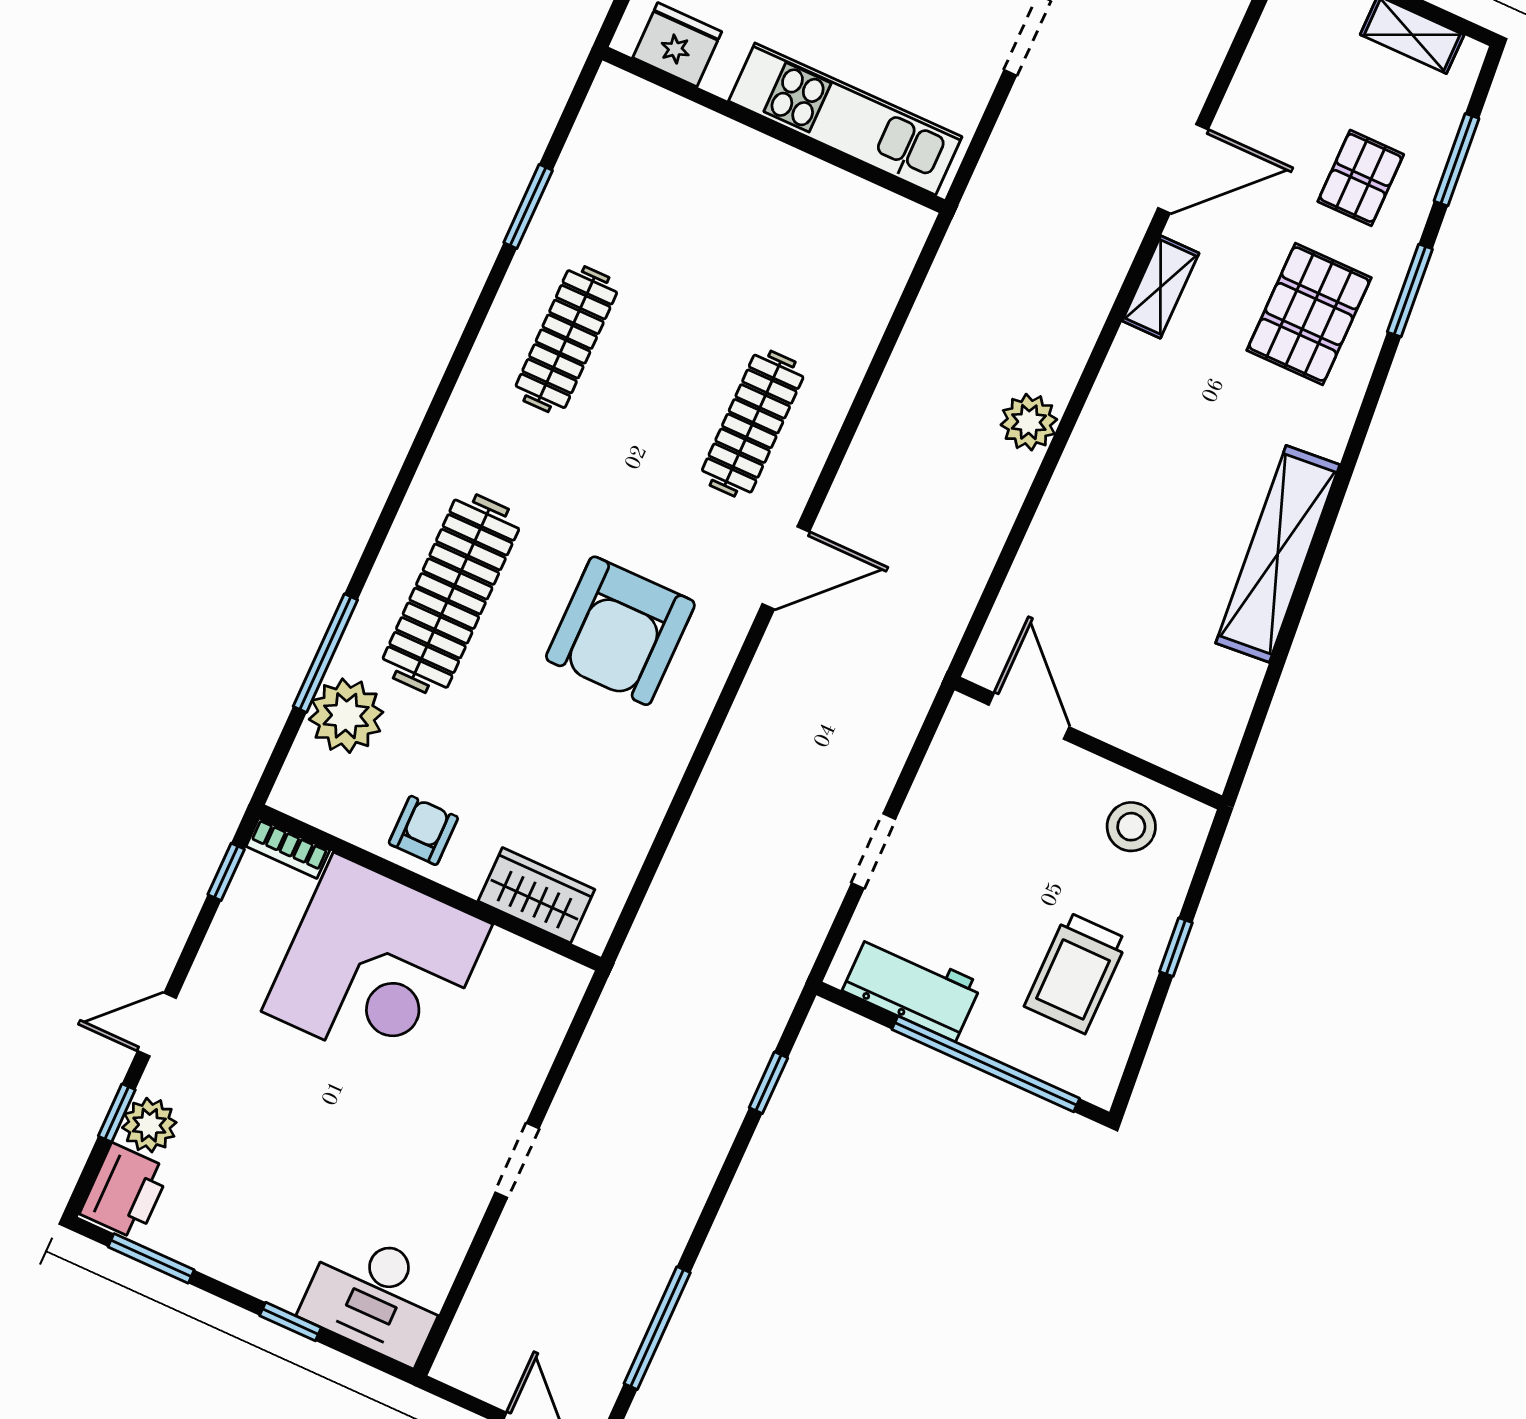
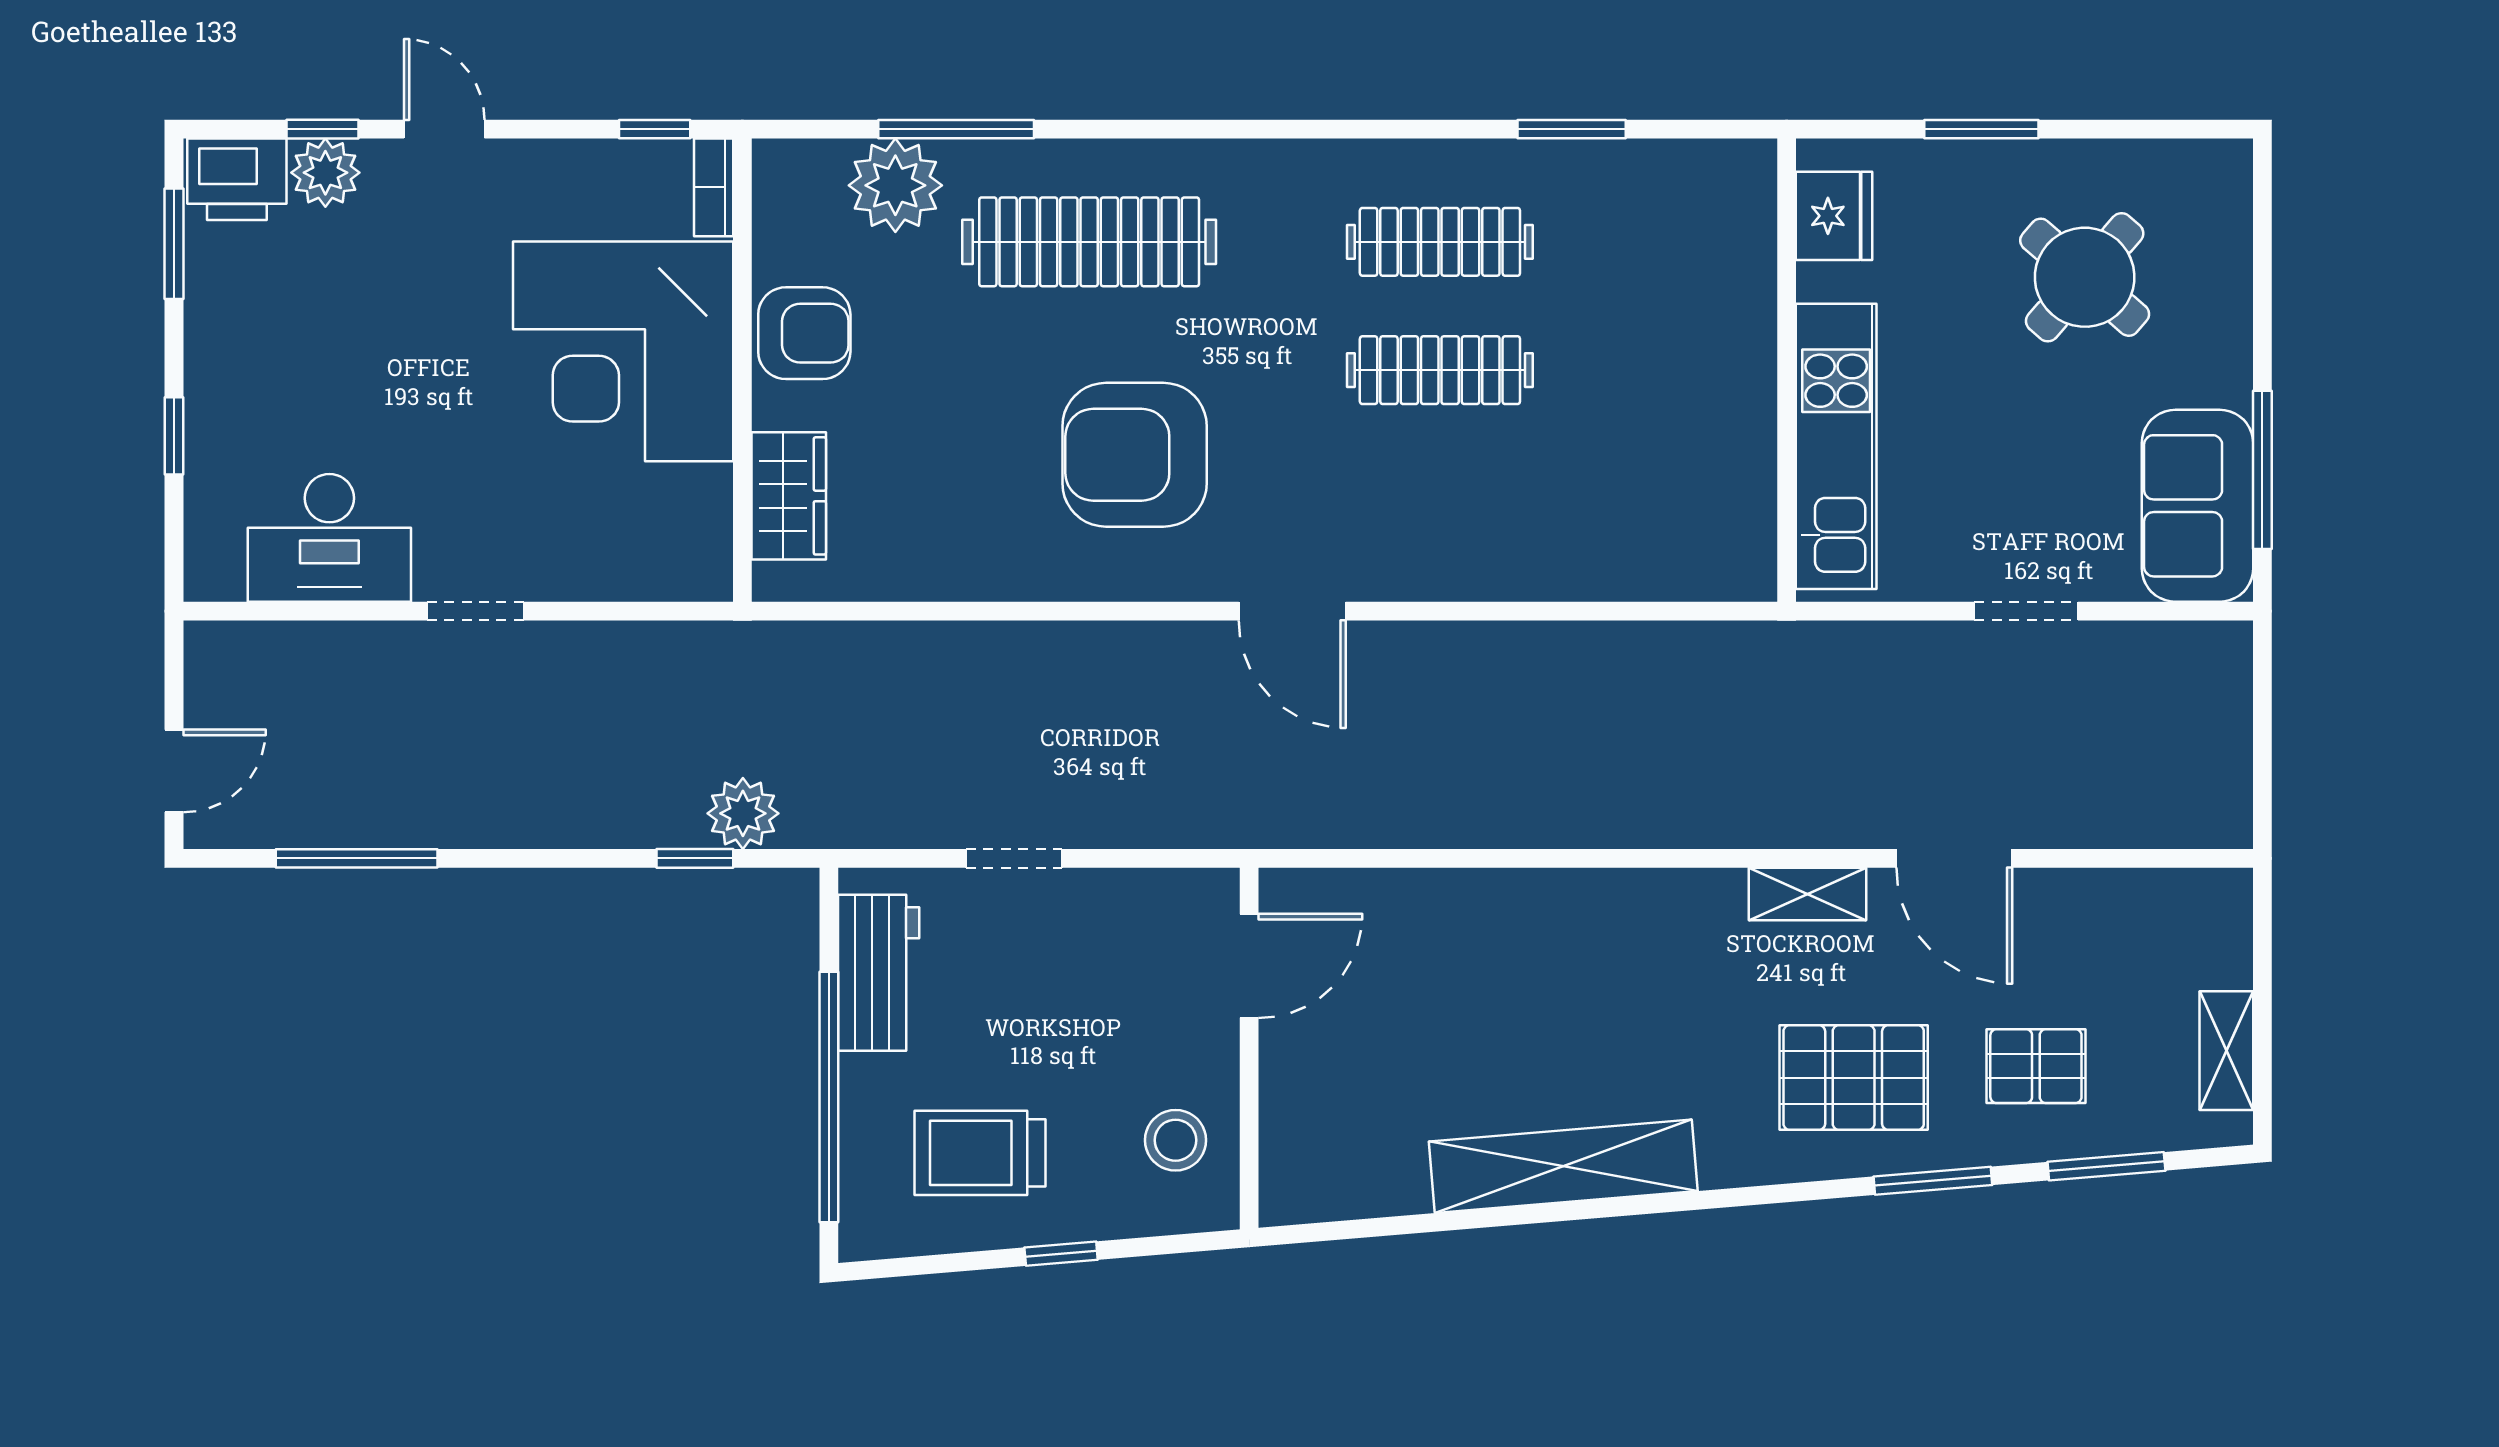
plant: (1029, 422) -> (743, 813), moved
clothes rail: (753, 424) -> (1440, 370), moved
armchair: (423, 830) -> (804, 333), width x1.38, depth x1.38
desk: (376, 1296) -> (329, 538), moved, turned -90

